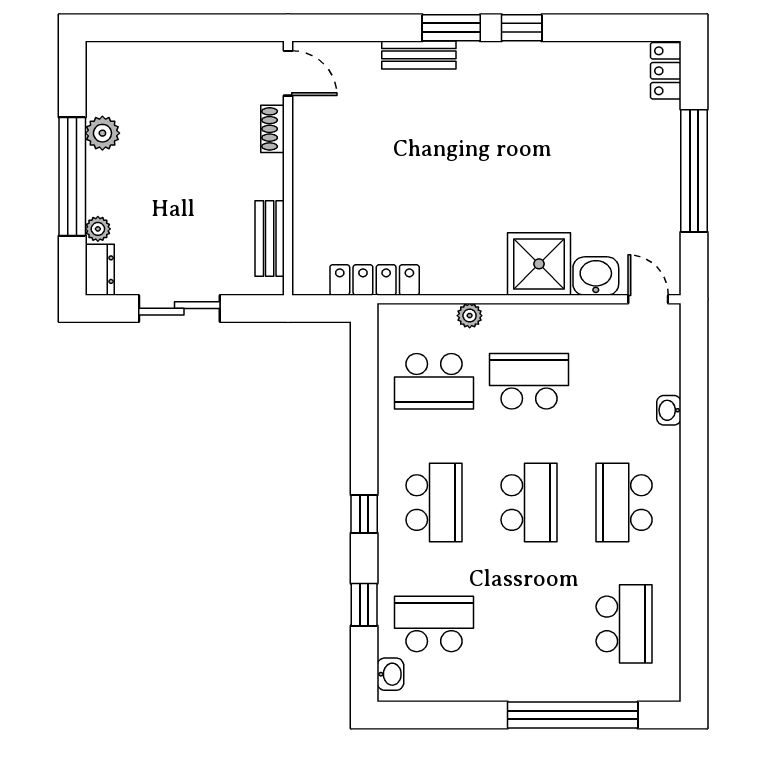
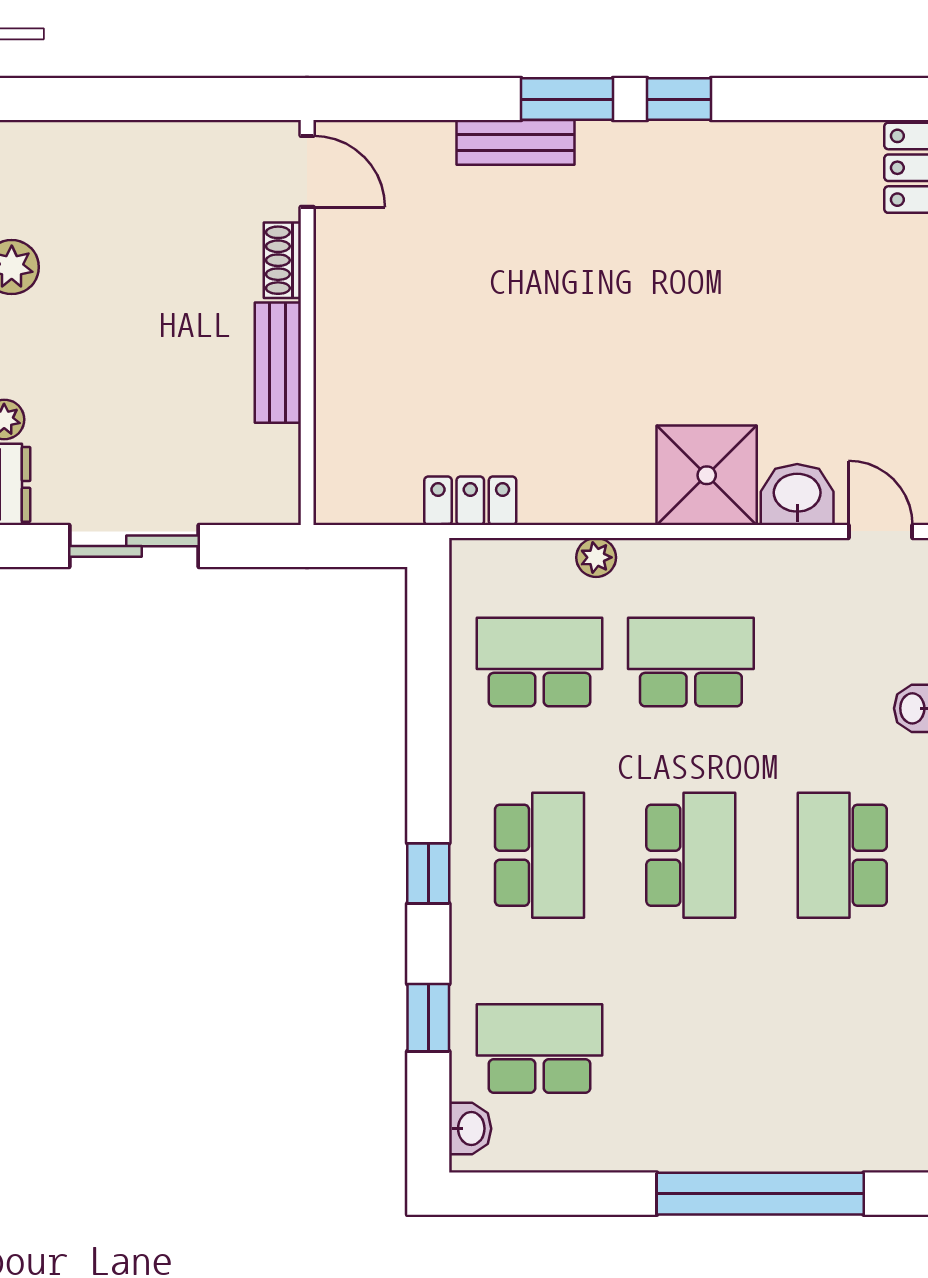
bench: (270, 239) -> (278, 363), moved
locker: (375, 280) -> (470, 501), width x0.66
school desk: (434, 381) -> (540, 662), turned 180
school desk: (624, 624) -> (842, 1048), removed

